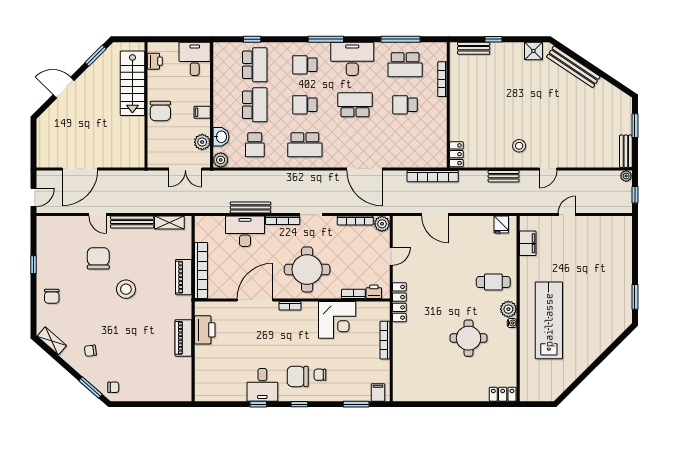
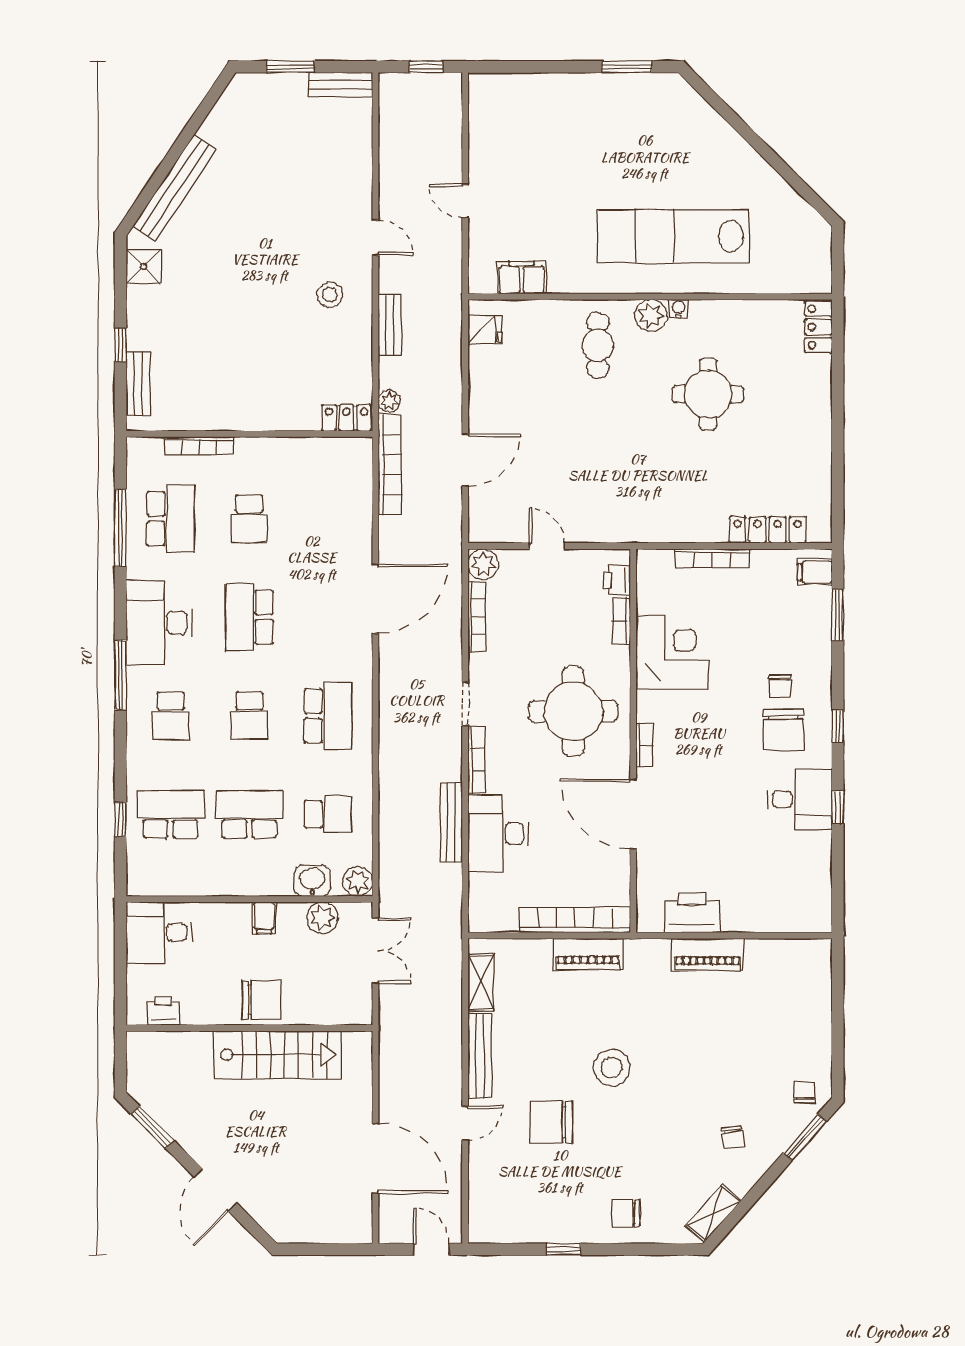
stairs: (132, 83) -> (278, 1055), moved
plant: (626, 176) -> (389, 401), moved
chair: (52, 296) -> (626, 1213), turned 180
locker: (399, 302) -> (768, 530), moved

